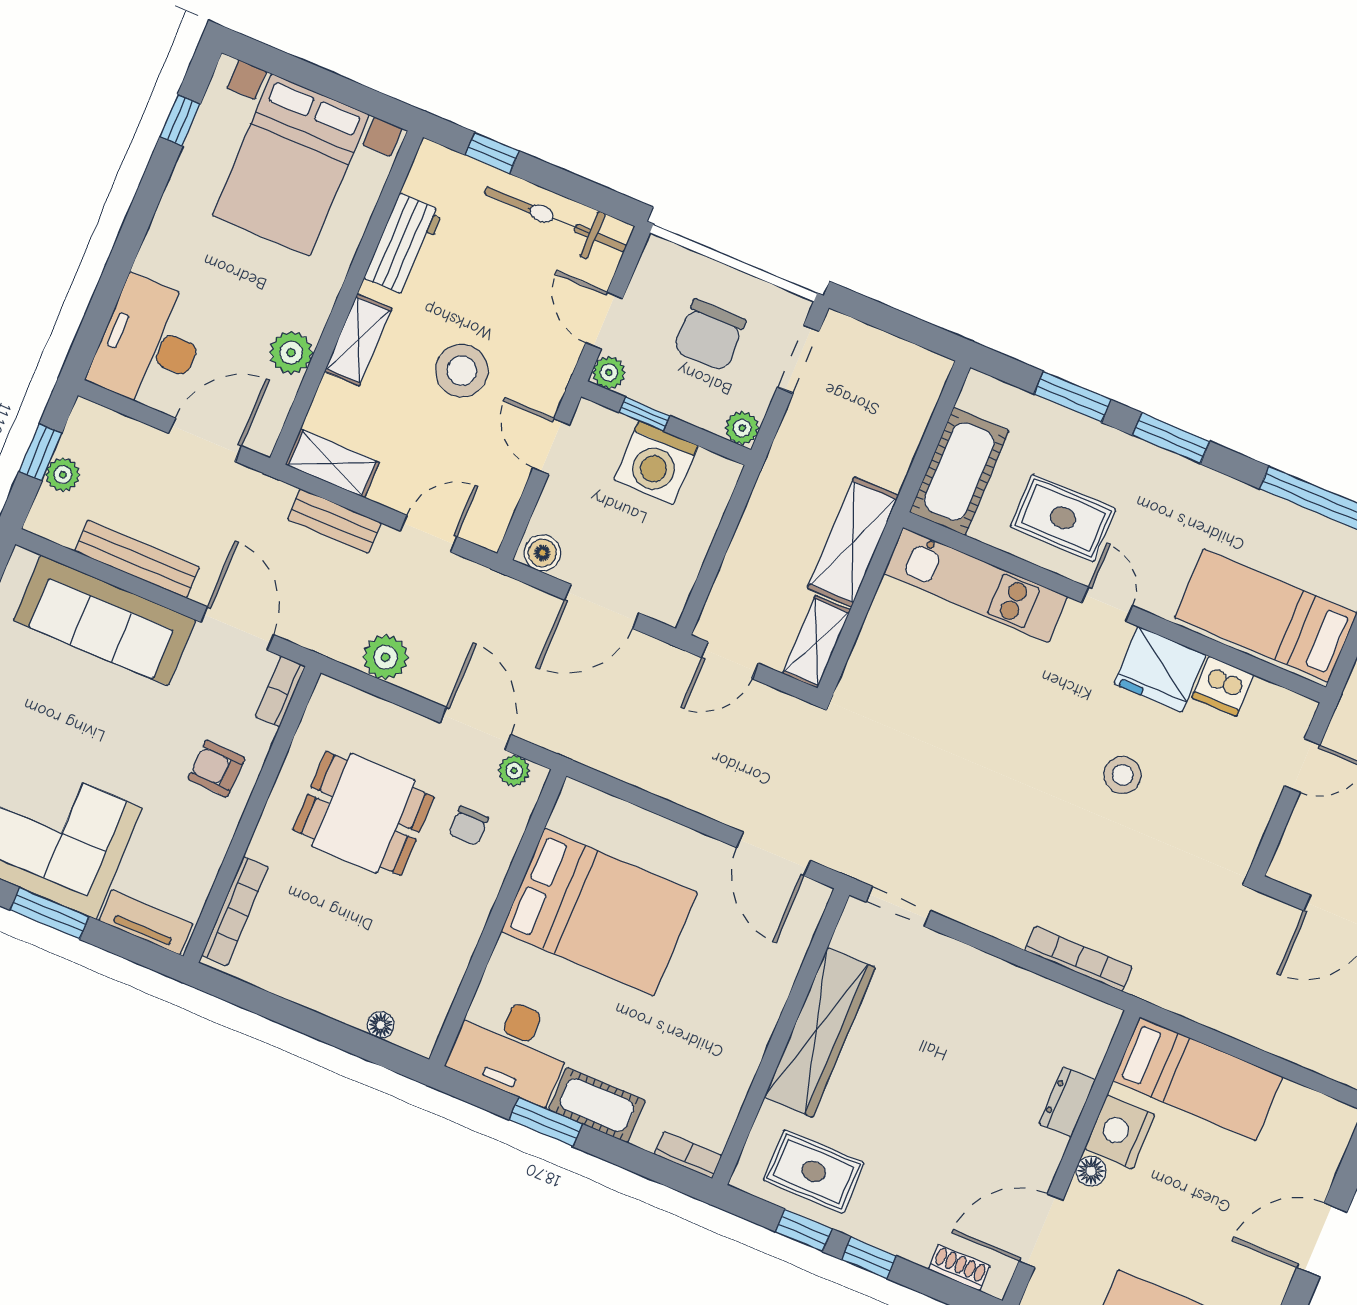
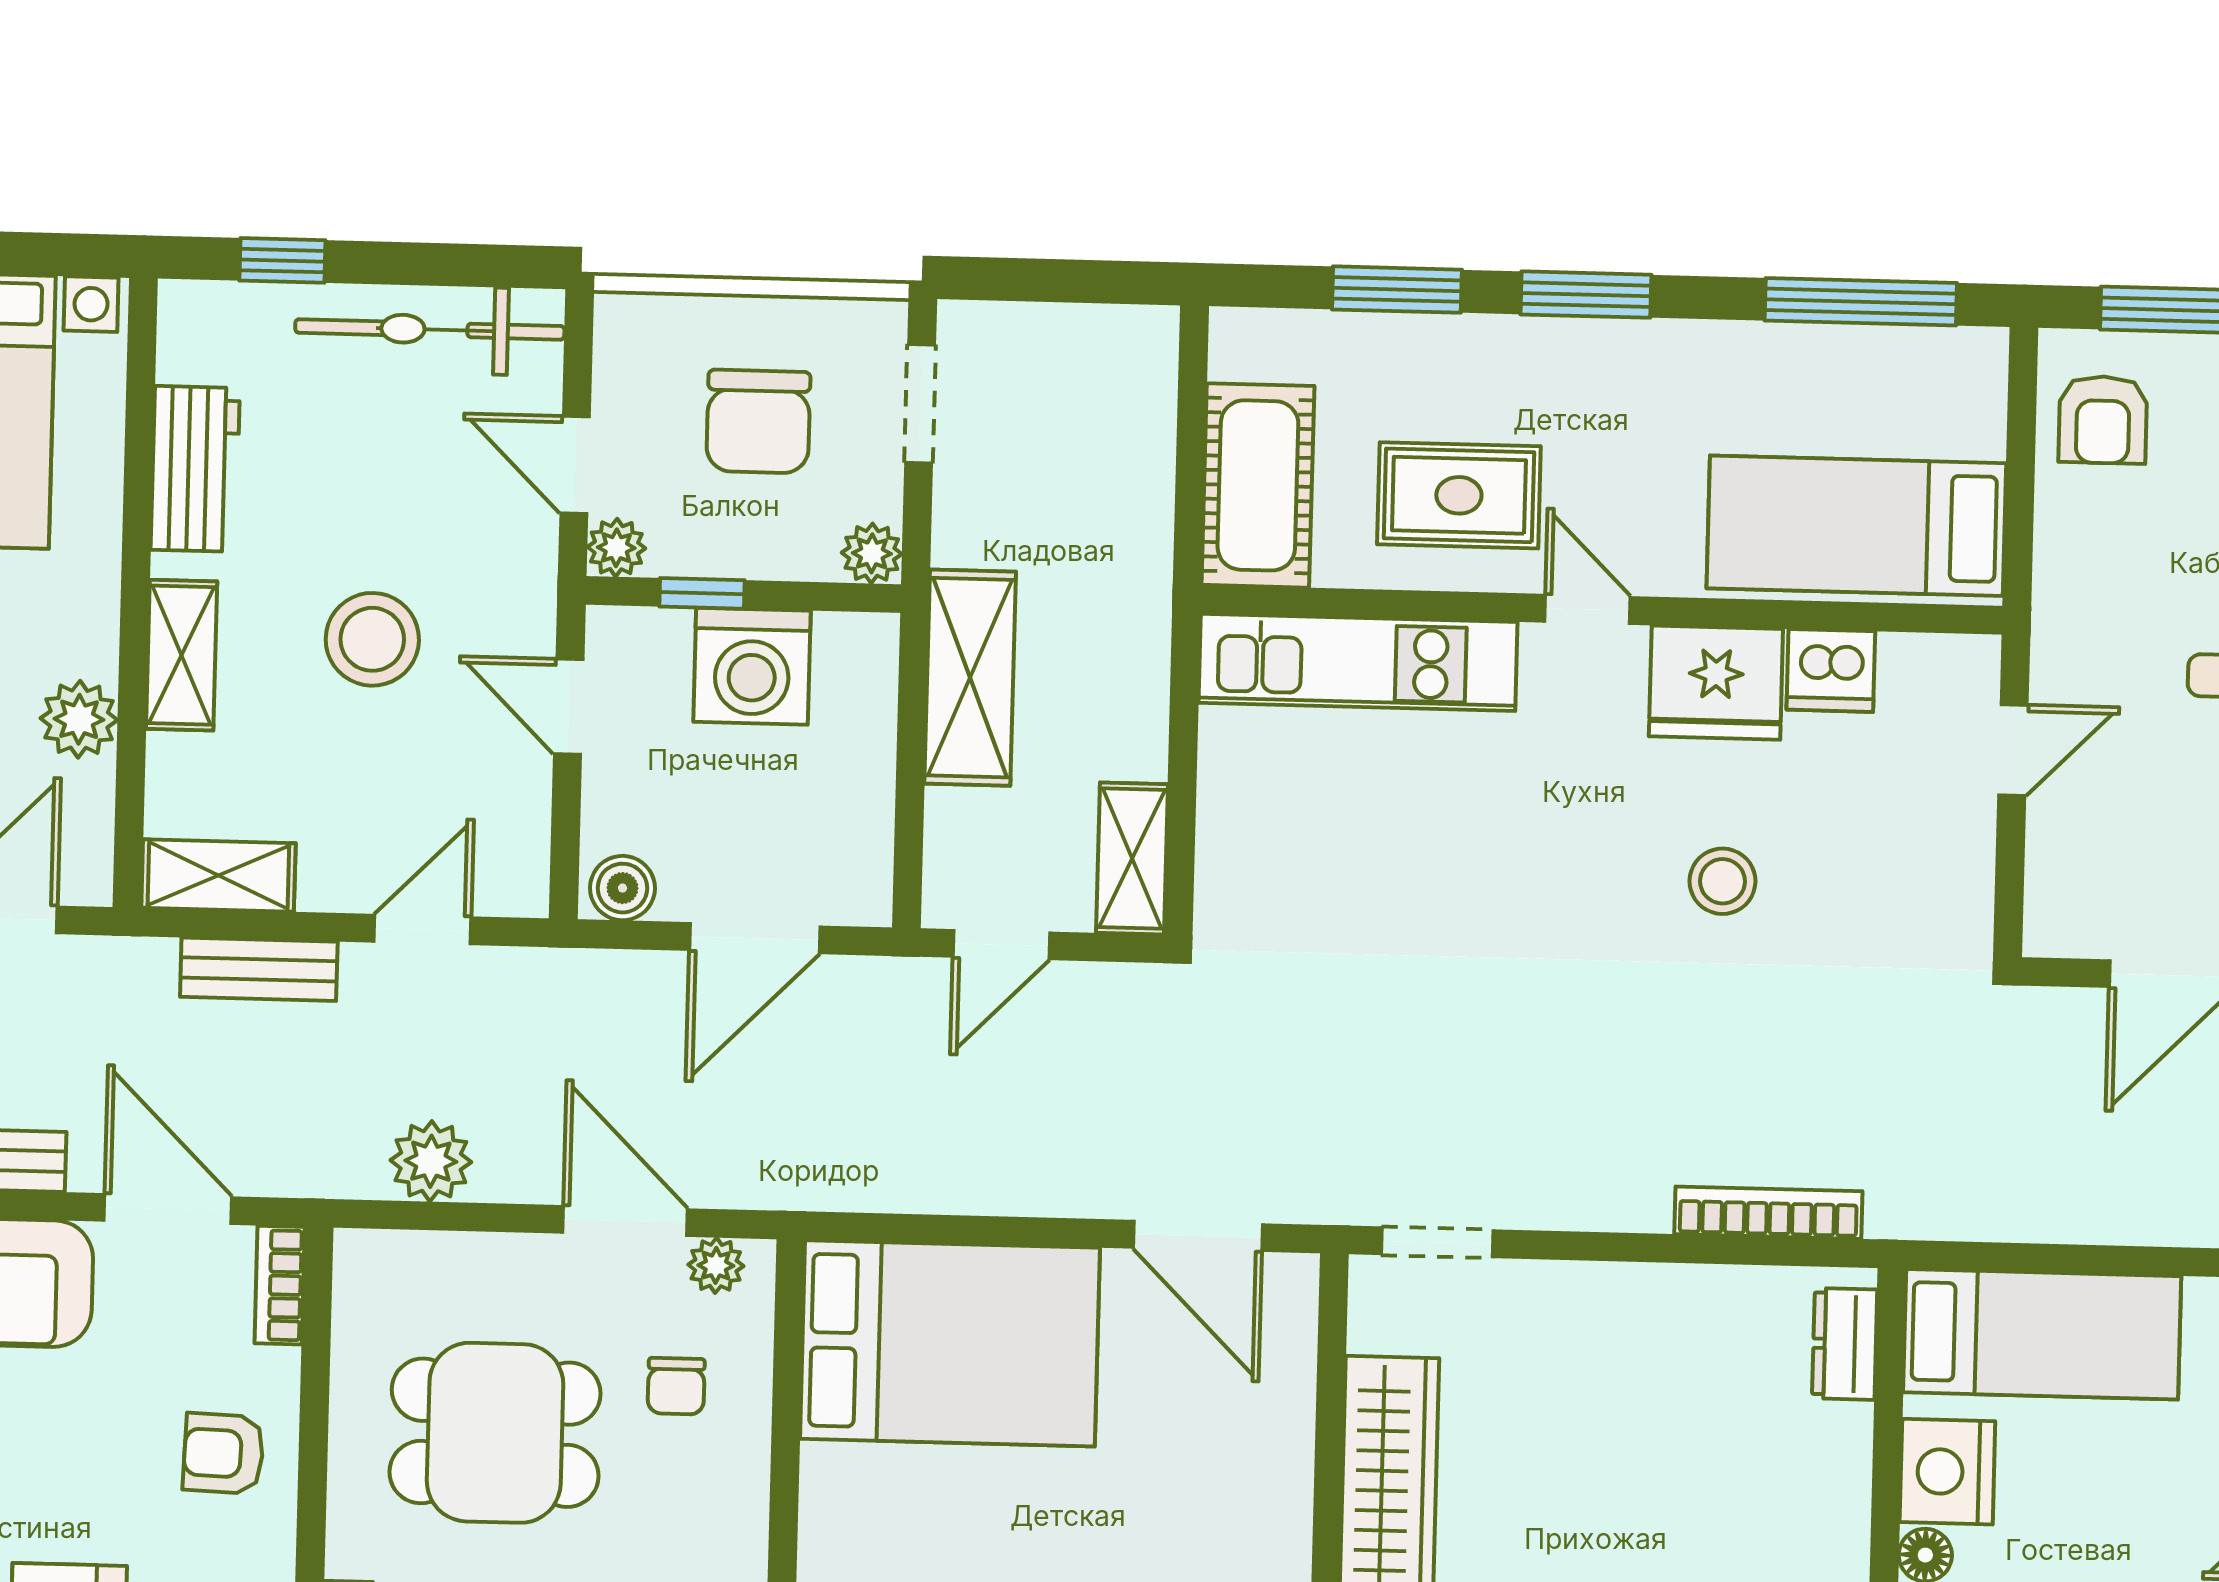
shelving: (853, 542) -> (970, 678), moved
bed: (599, 912) -> (950, 1343), moved
dresser: (1067, 1102) -> (1845, 1344), moved

